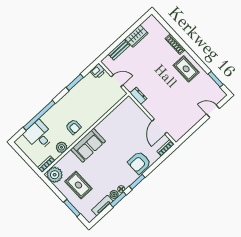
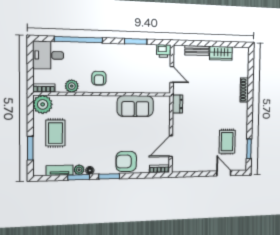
rug: (186, 69) -> (227, 142), moved
desk: (39, 135) -> (48, 55), moved, turned -90
sofa: (88, 145) -> (135, 106), moved

